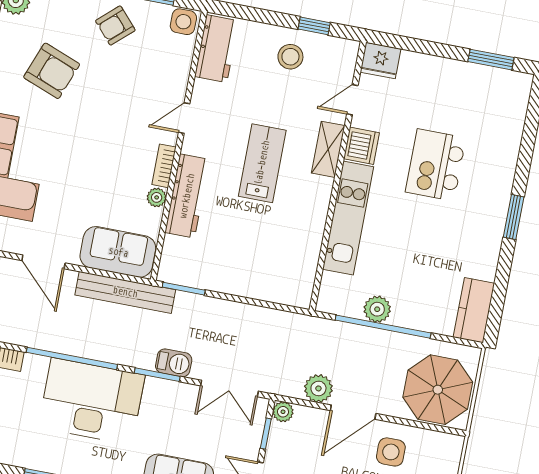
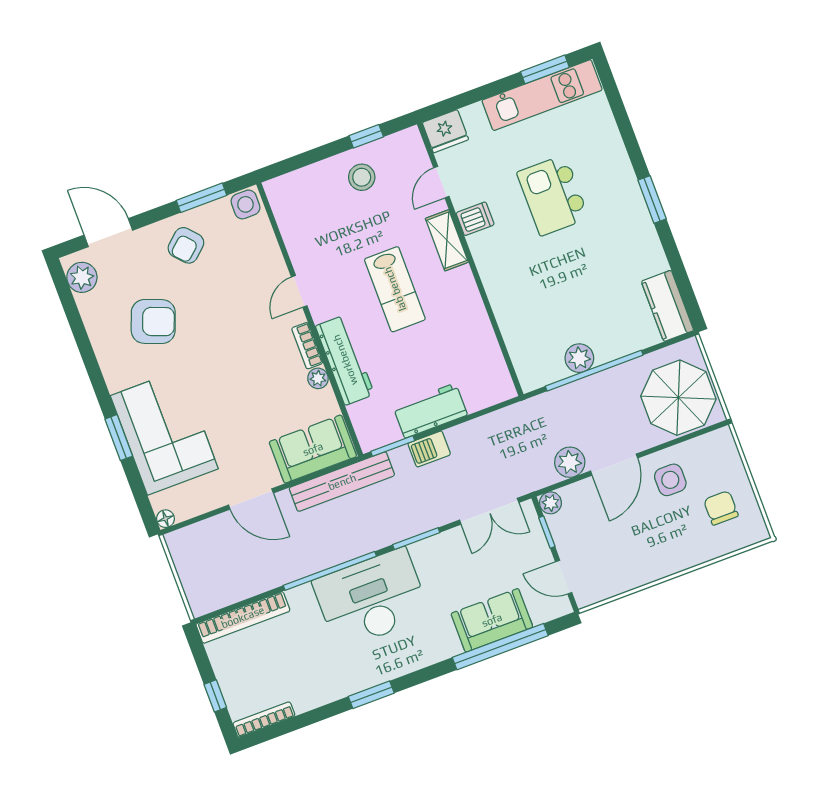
workbench: (217, 49) -> (430, 411), moved, turned -90
dishwasher: (361, 146) -> (475, 219), width x0.73
lab bench: (262, 163) -> (395, 289), turned 180
kitchen unit: (348, 218) -> (542, 95), moved, turned 90
barbecue: (174, 363) -> (429, 449), moved, turned 180

